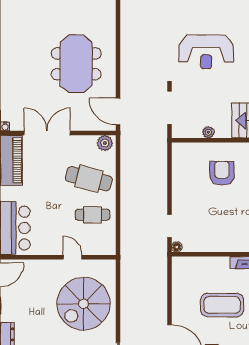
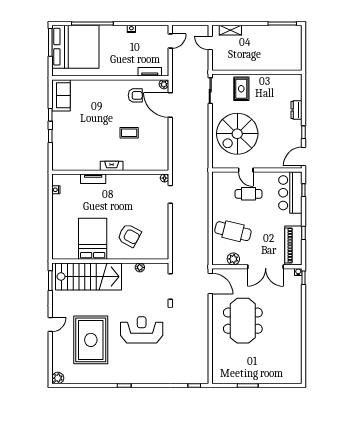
plant: (105, 143) -> (233, 259), moved
armchair: (222, 173) -> (129, 236), turned -62
cafe table: (93, 215) -> (249, 194), moved
spiral stairs: (83, 304) -> (237, 134), turned 180
coffee table: (222, 305) -> (129, 133), width x0.54, depth x0.58

